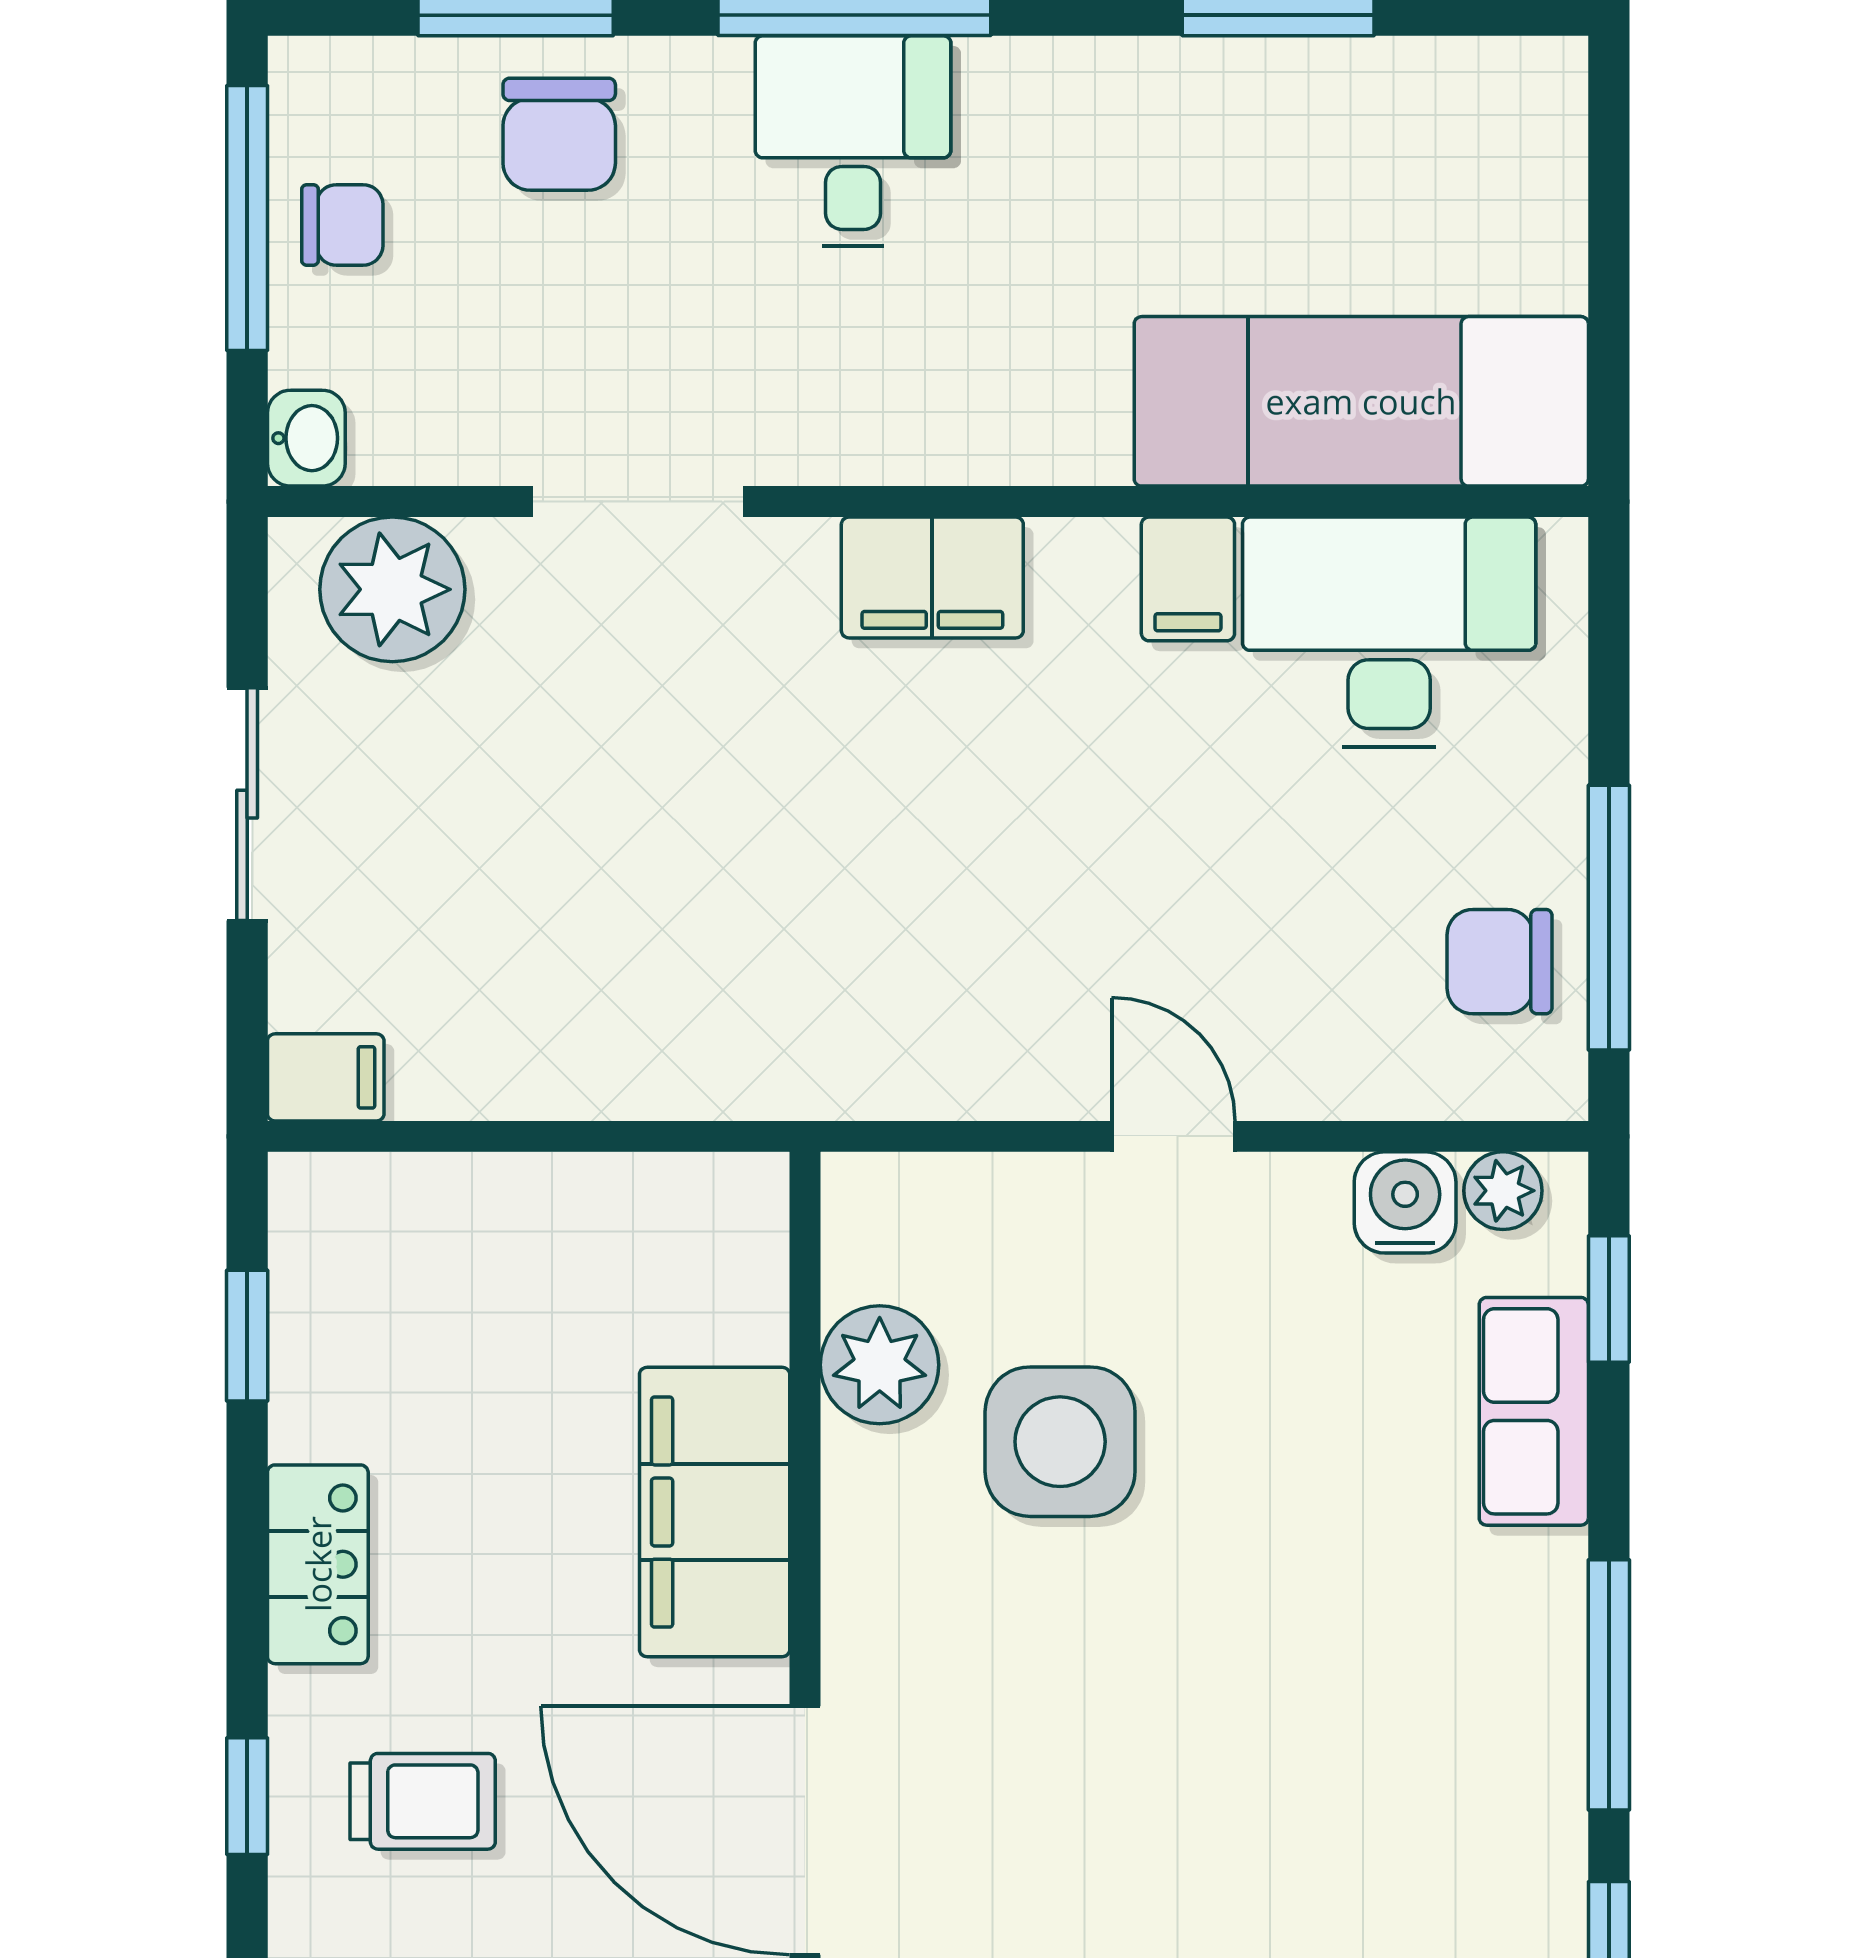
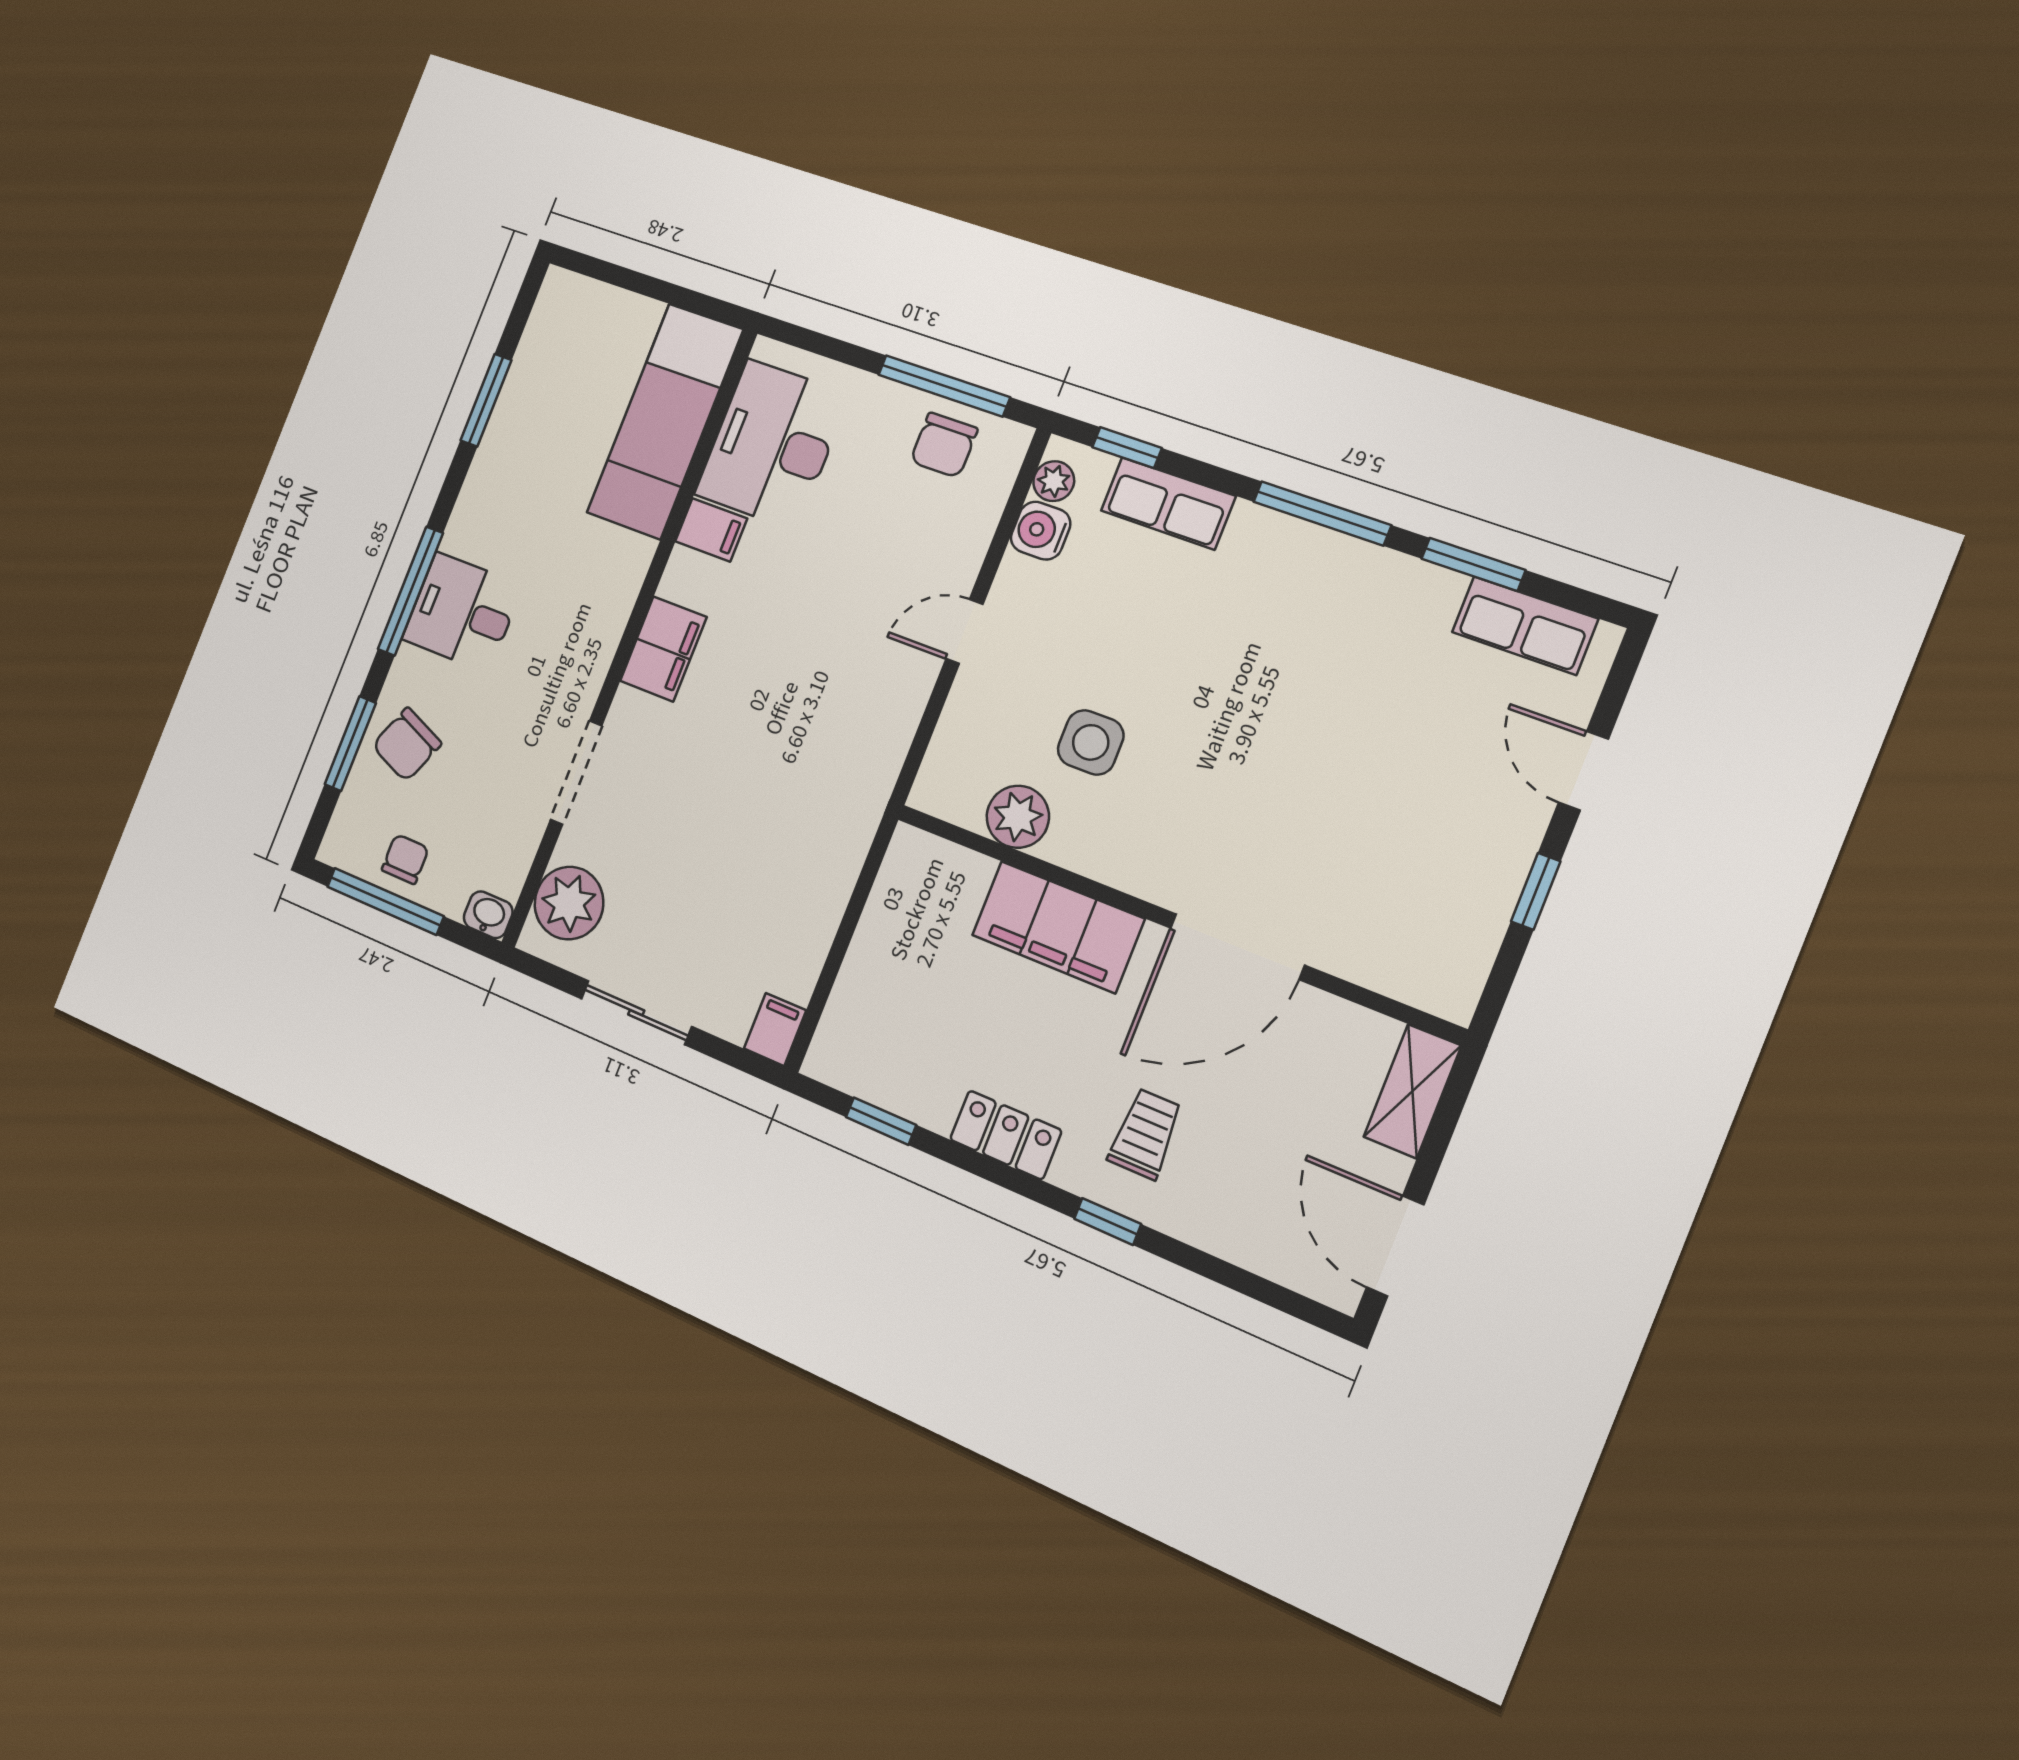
chair: (559, 134) -> (407, 744), turned 113
side table: (1060, 1442) -> (1091, 742), width x0.73, depth x0.73

